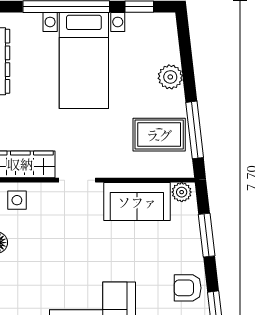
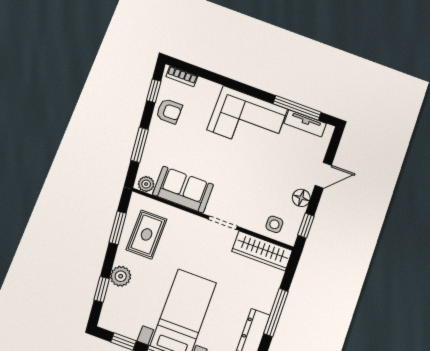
window: (186, 55) -> (102, 289), added
window: (195, 130) -> (118, 228), width x0.69
rug: (159, 135) -> (147, 234), turned 90

